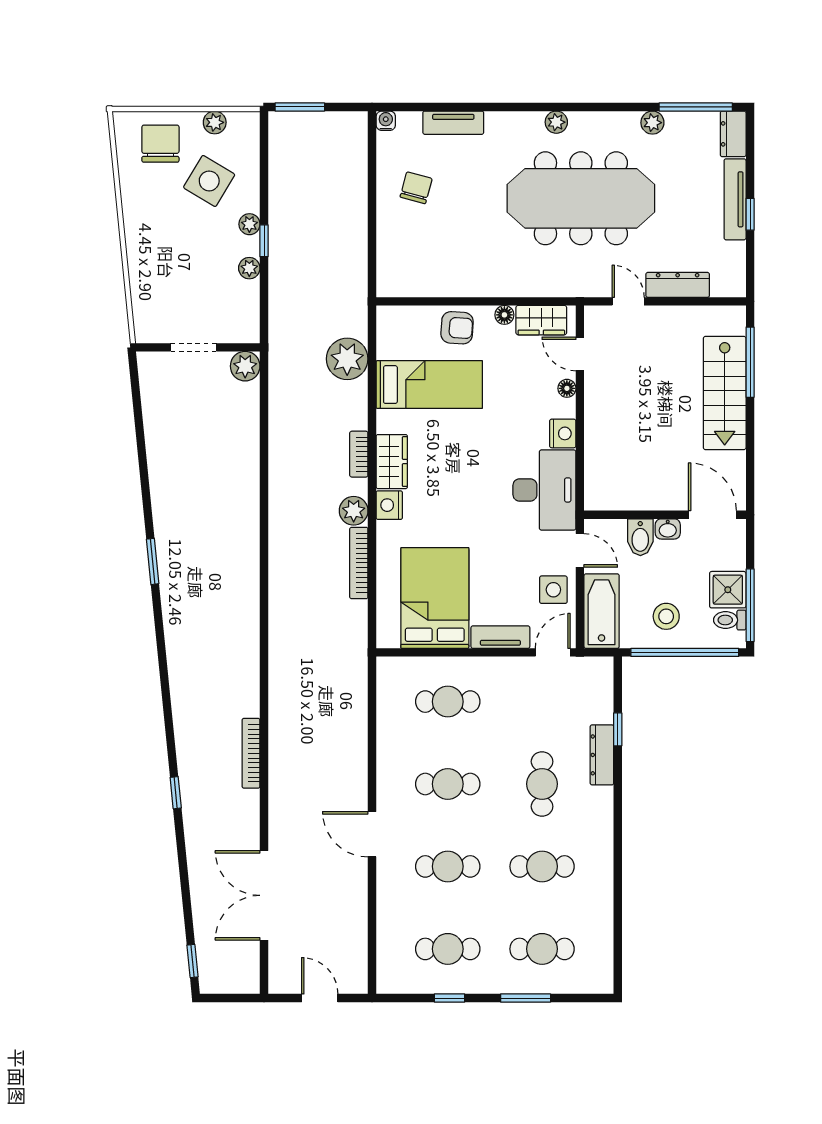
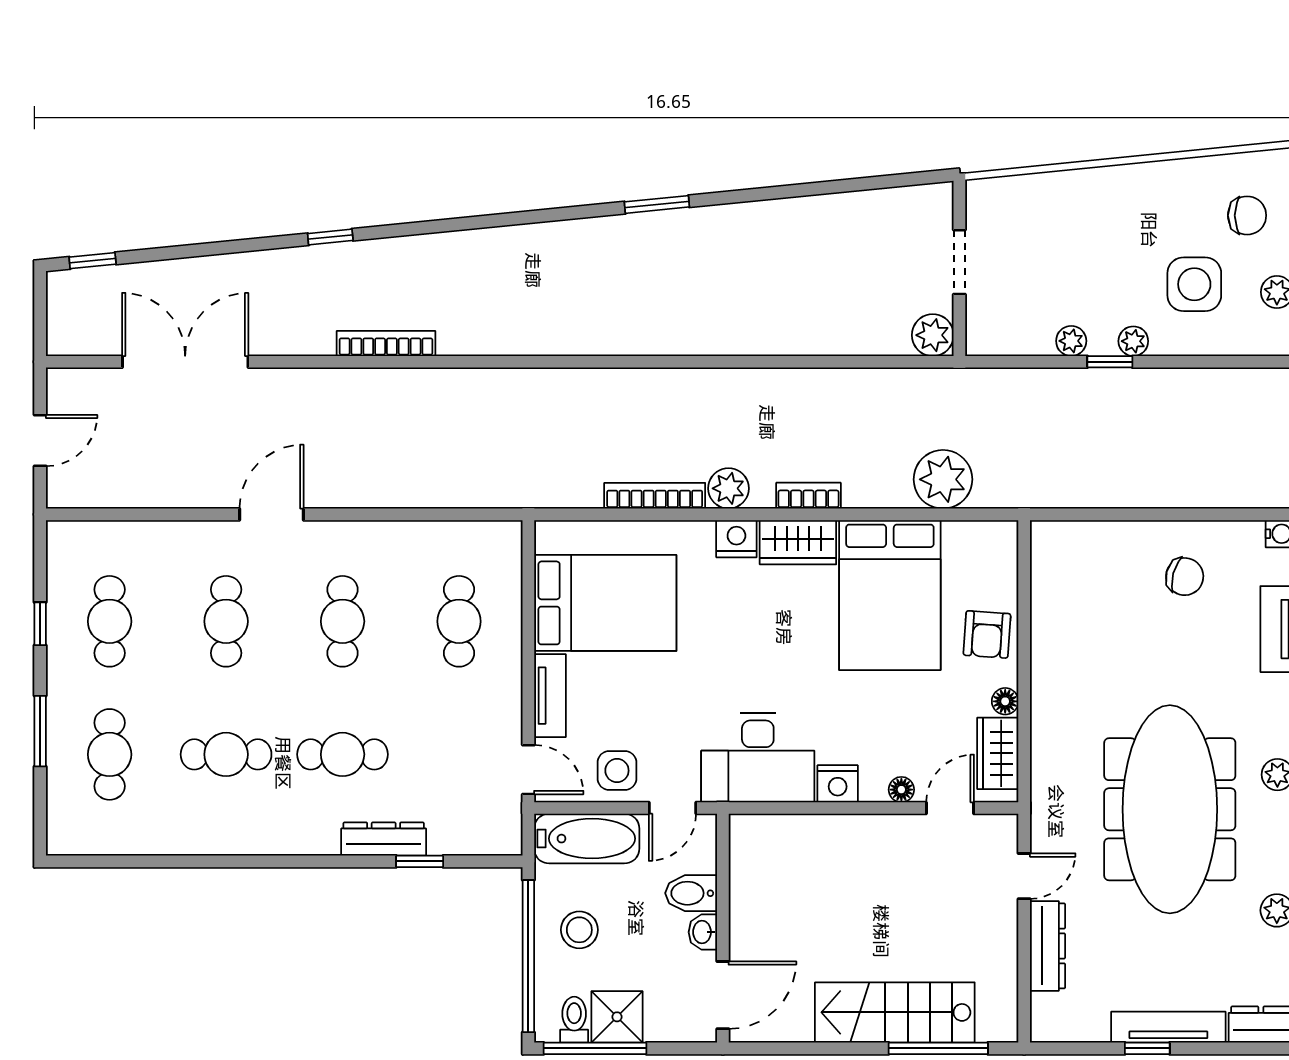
chair: (160, 144) -> (1247, 215), width x0.73, depth x0.73
side table: (209, 181) -> (1194, 284), turned -31
bed: (429, 385) -> (890, 595), width x1.50
cafe table: (542, 866) -> (226, 754), turned 90

